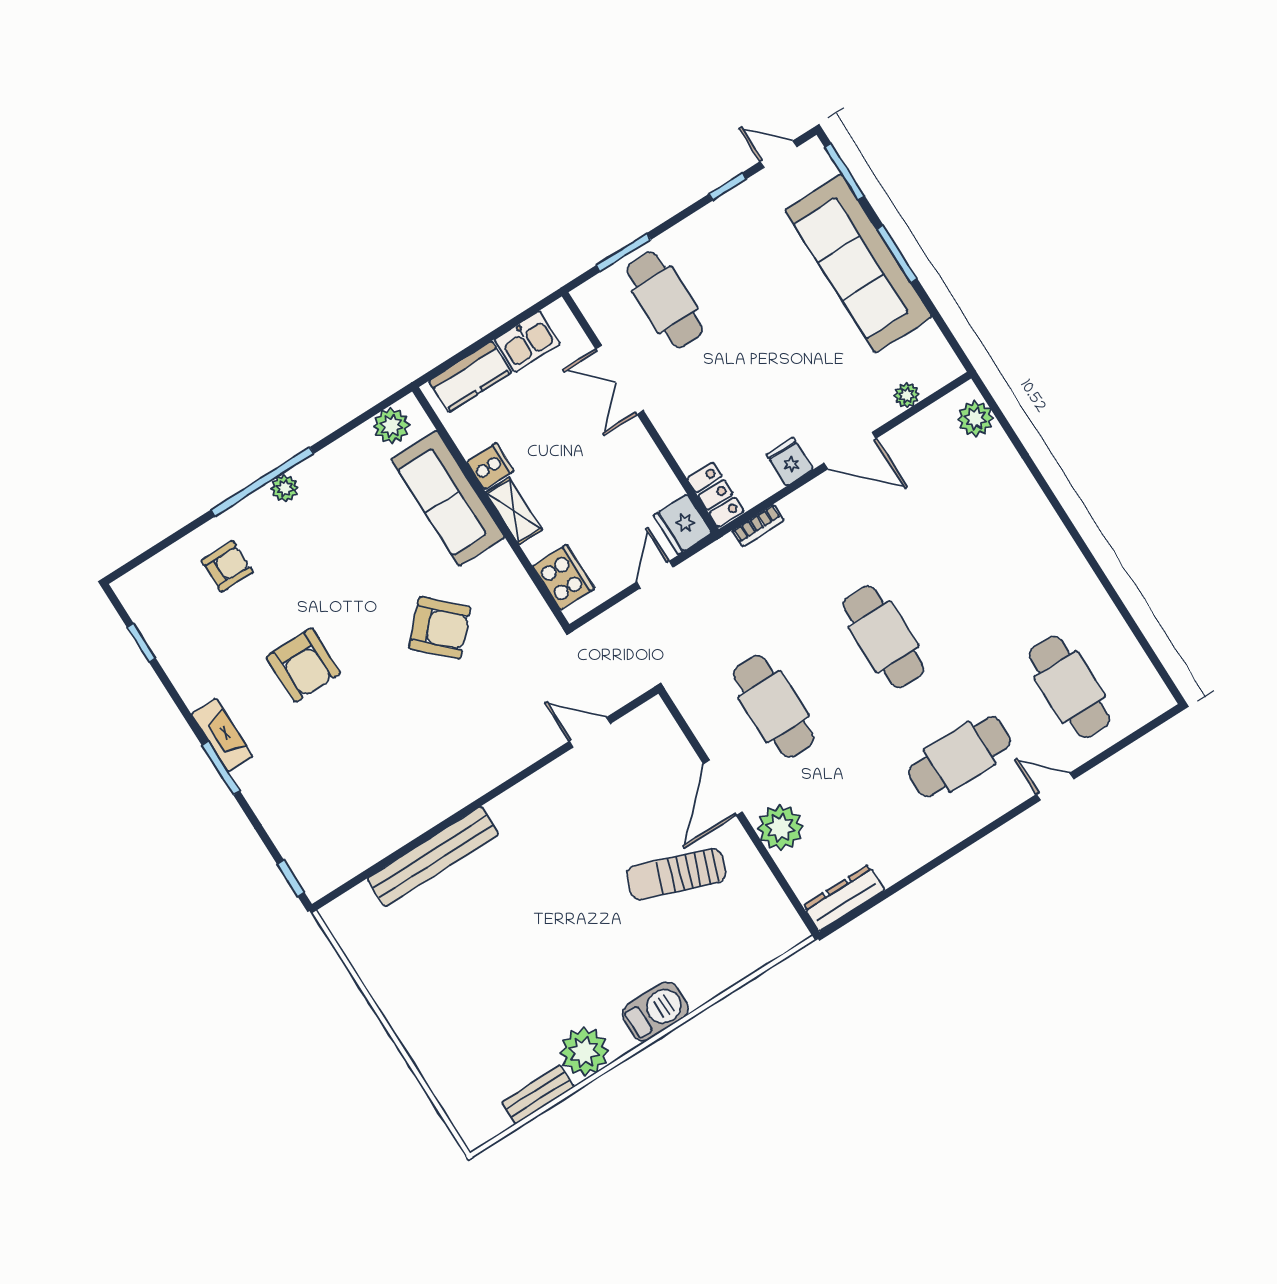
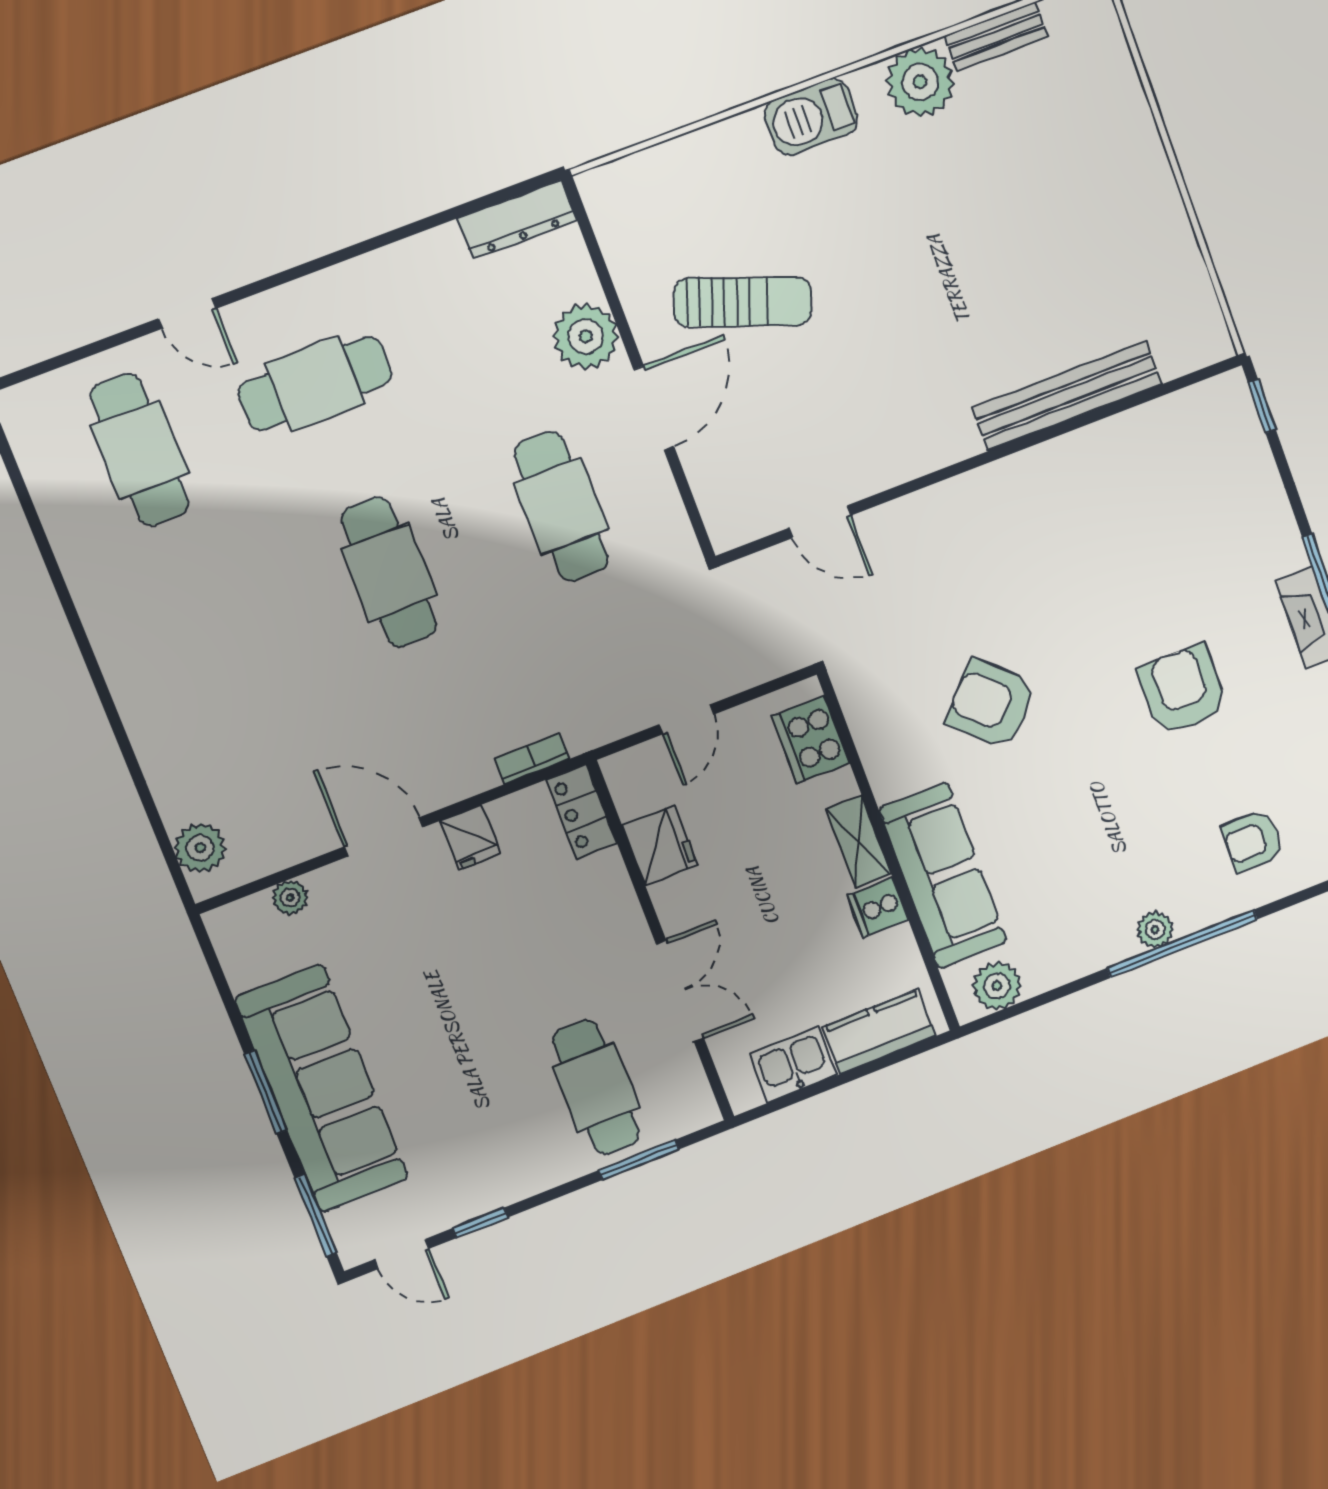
fridge: (683, 524) -> (660, 845), moved

